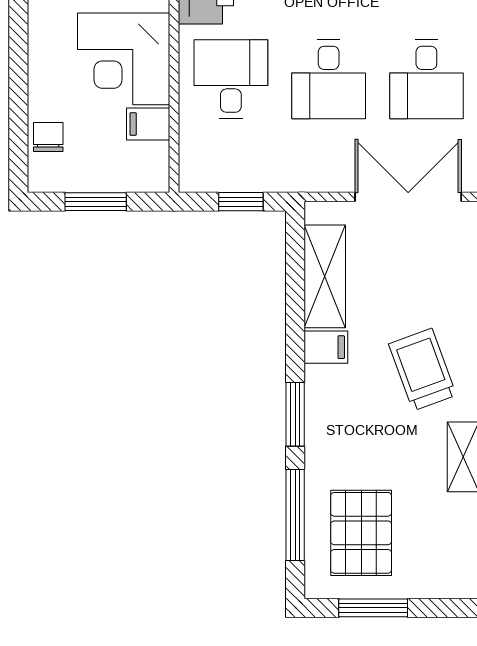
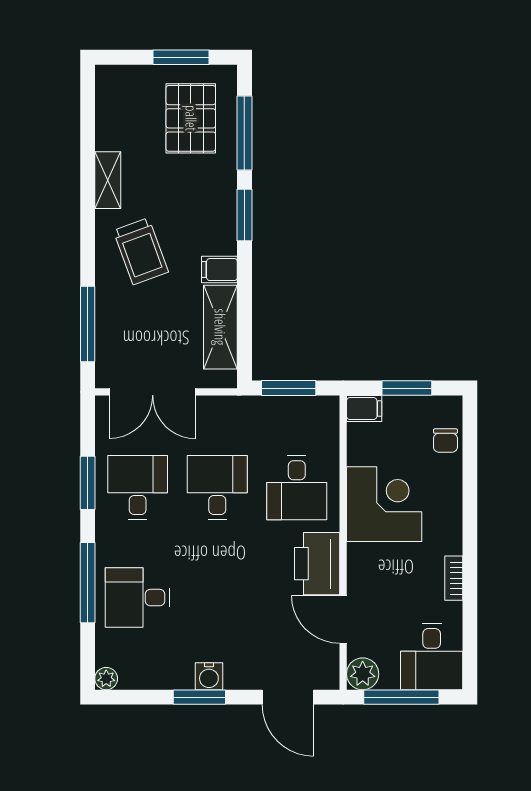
filing cabinet: (148, 124) -> (364, 409), moved
window: (241, 202) -> (289, 388), width x1.50

